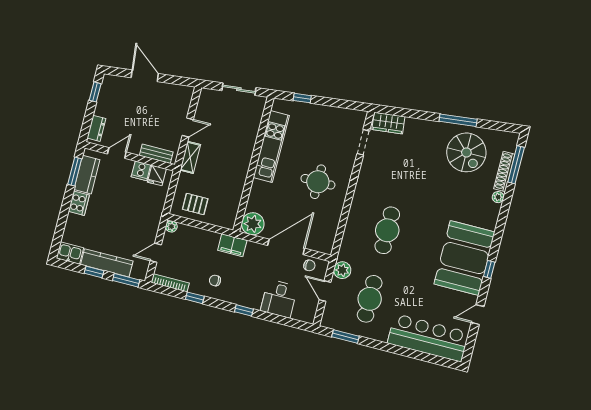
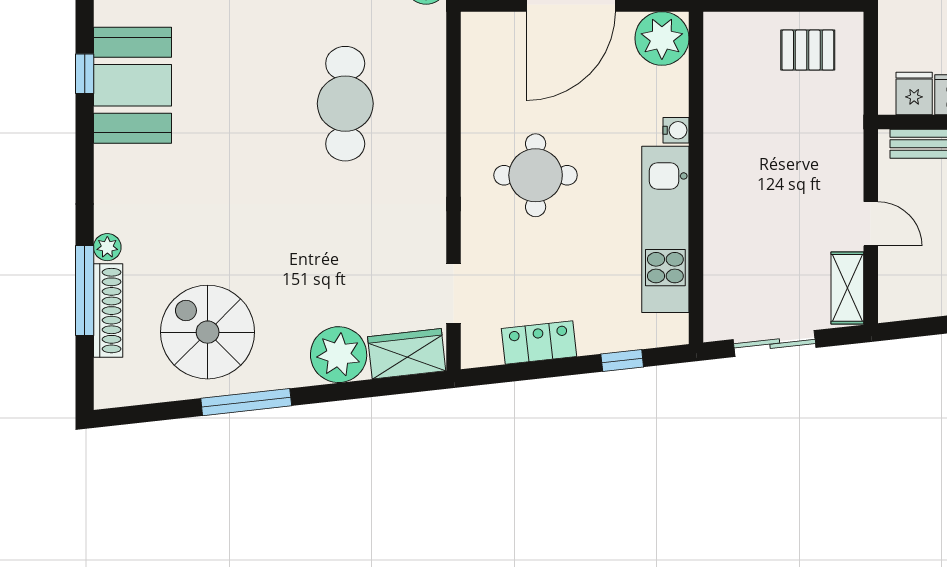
locker: (334, 114) -> (539, 342), added
door: (188, 127) -> (871, 224), swing flipped
plant: (416, 130) -> (339, 355), added
shelving: (190, 157) -> (847, 288), moved
window: (516, 165) -> (85, 290), moved
water cooler: (257, 185) -> (676, 130), added
booth: (464, 258) -> (133, 85), width x0.73, depth x0.70

